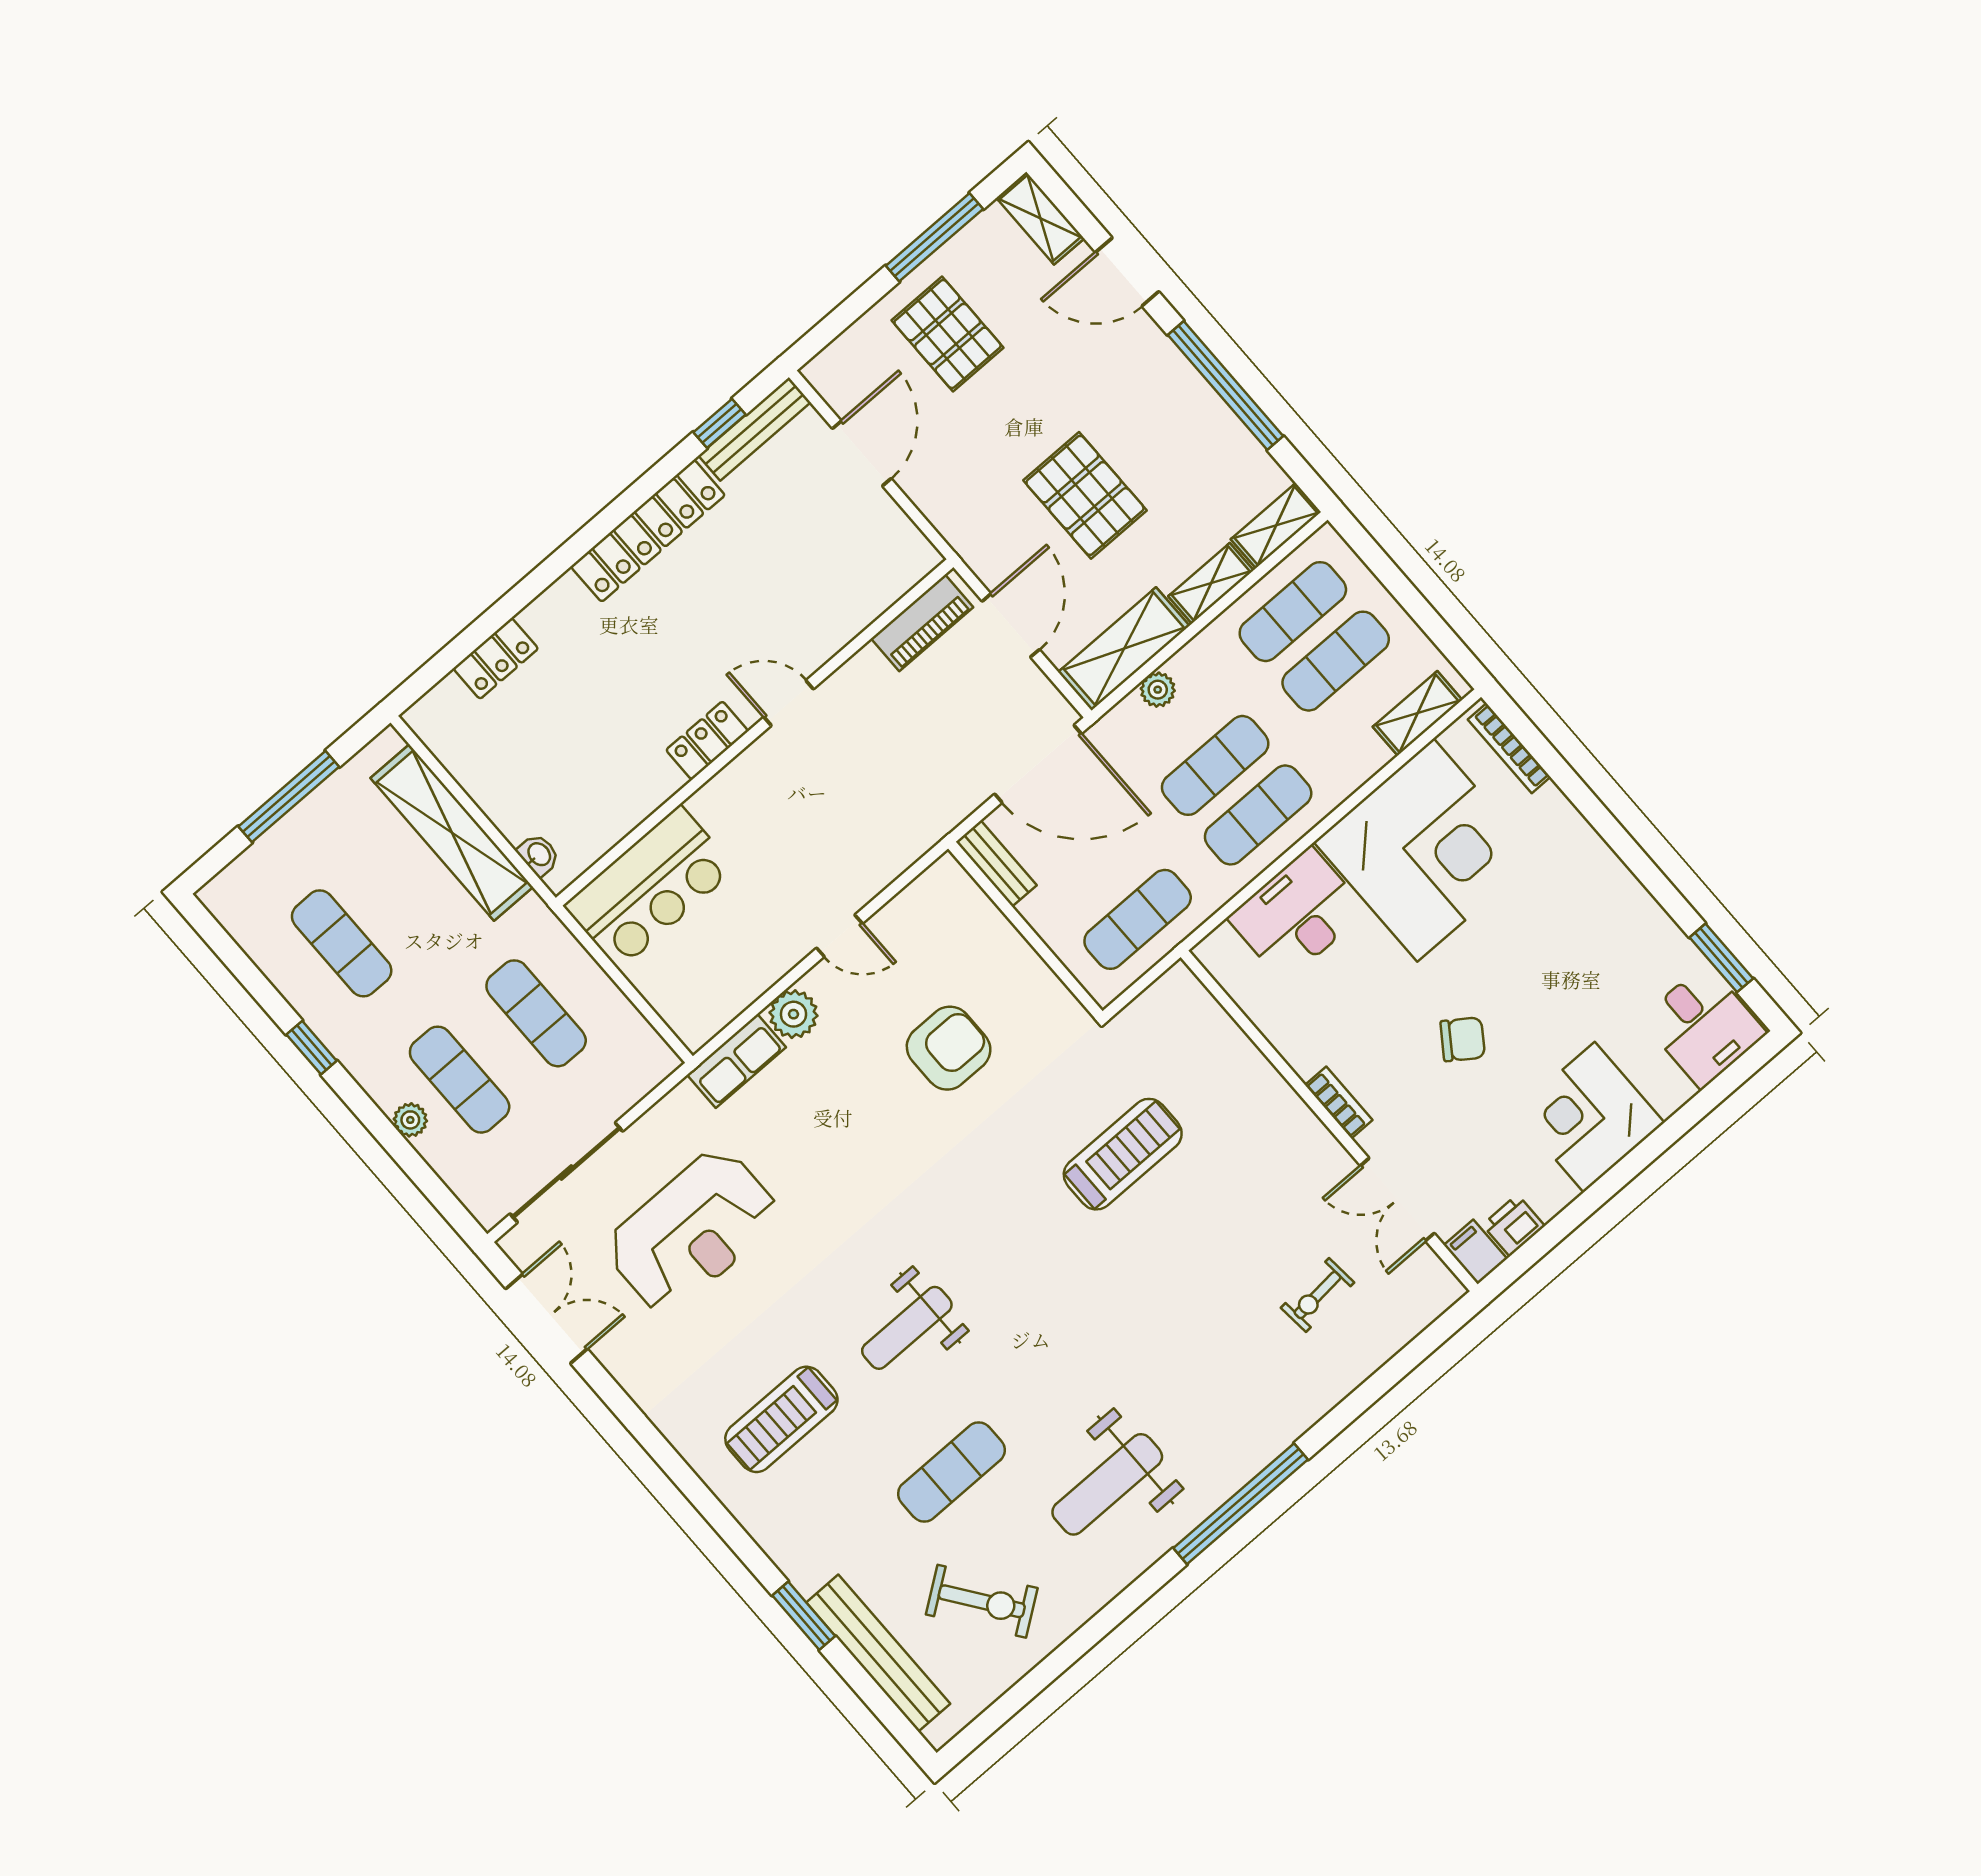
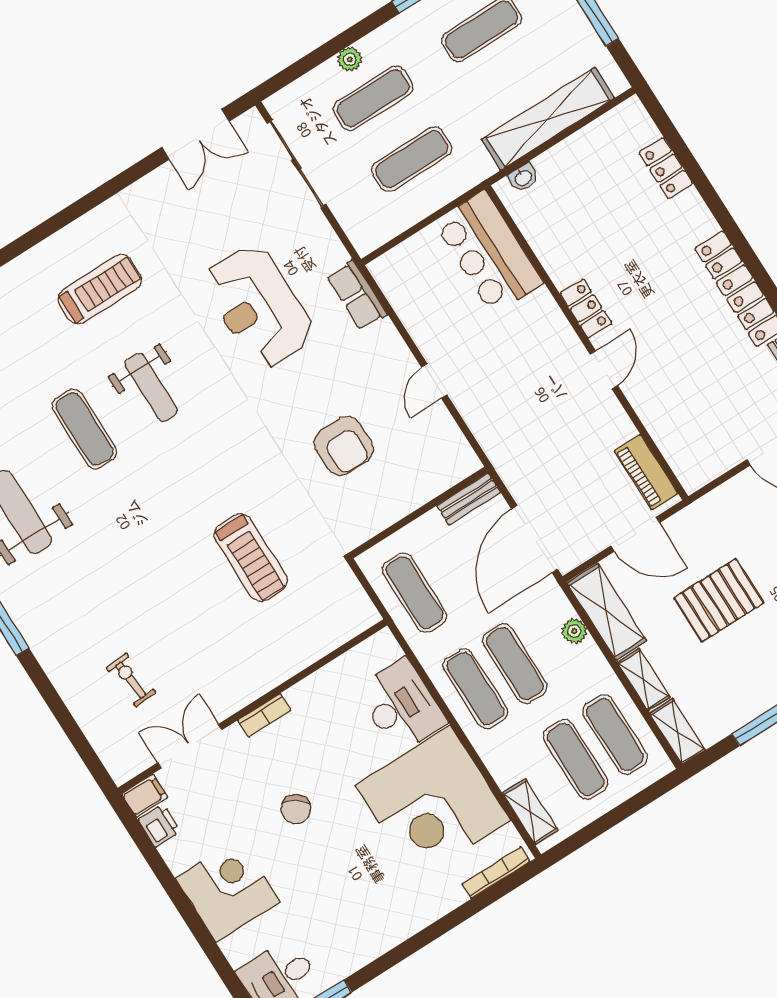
plant: (793, 1014) -> (384, 340), removed
reception desk: (692, 1231) -> (258, 307), moved
weight bench: (907, 1328) -> (151, 387), turned 180
treadmill: (781, 1419) -> (100, 289), turned 90
exercise mat: (951, 1472) -> (84, 429), moved

